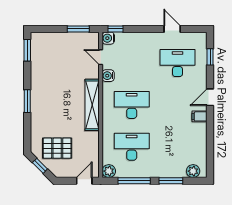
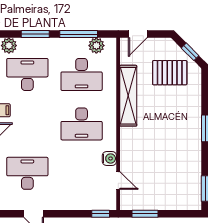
water cooler: (108, 38) -> (109, 203), removed
desk: (177, 63) -> (27, 173), turned 180
shelving: (92, 105) -> (128, 96), moved
desk: (177, 147) -> (27, 74), added
plant: (109, 171) -> (96, 46), moved

